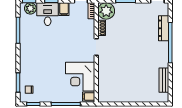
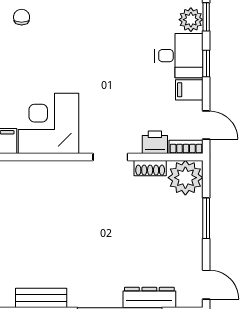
printer: (89, 26) -> (155, 142), added

